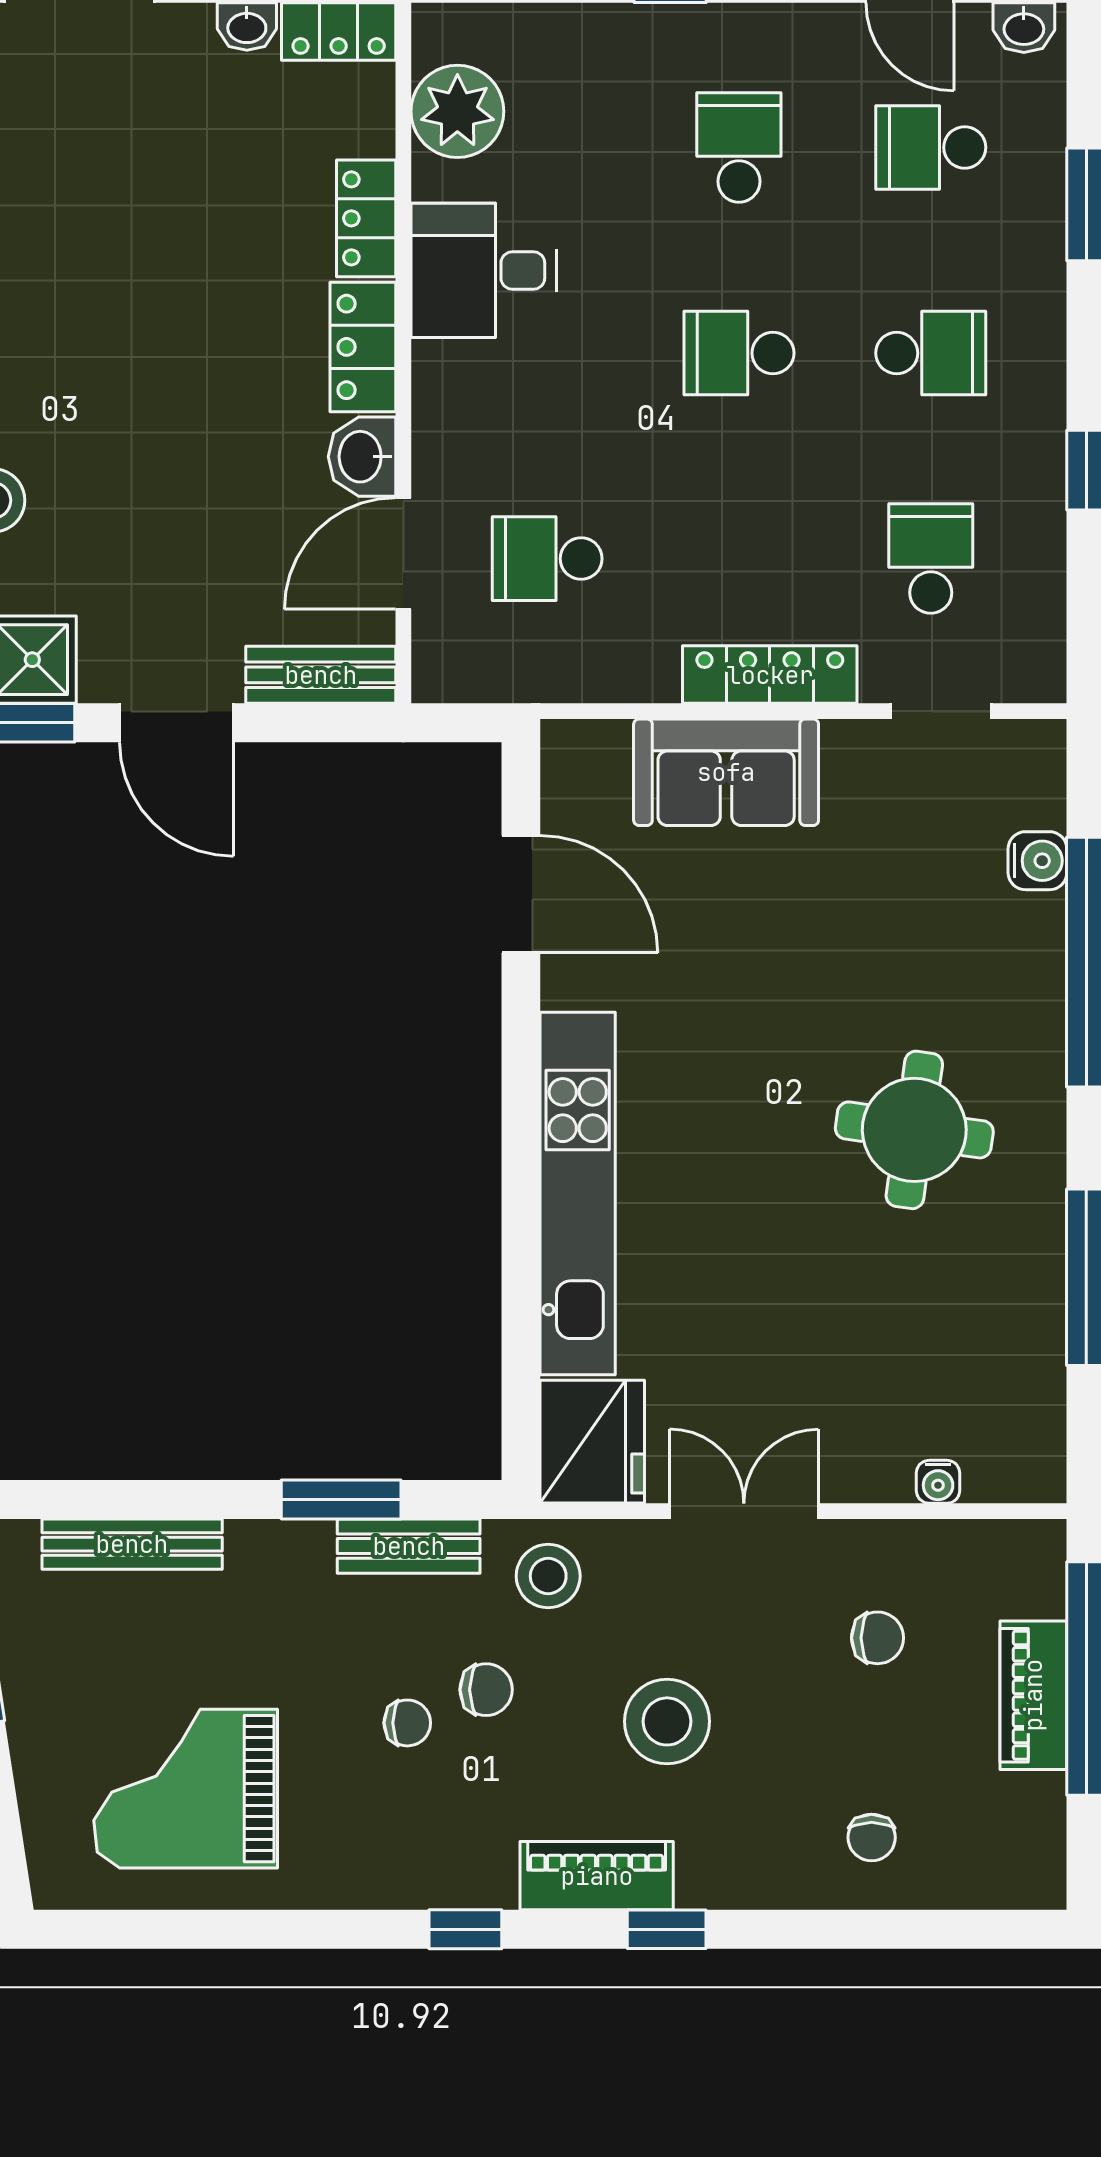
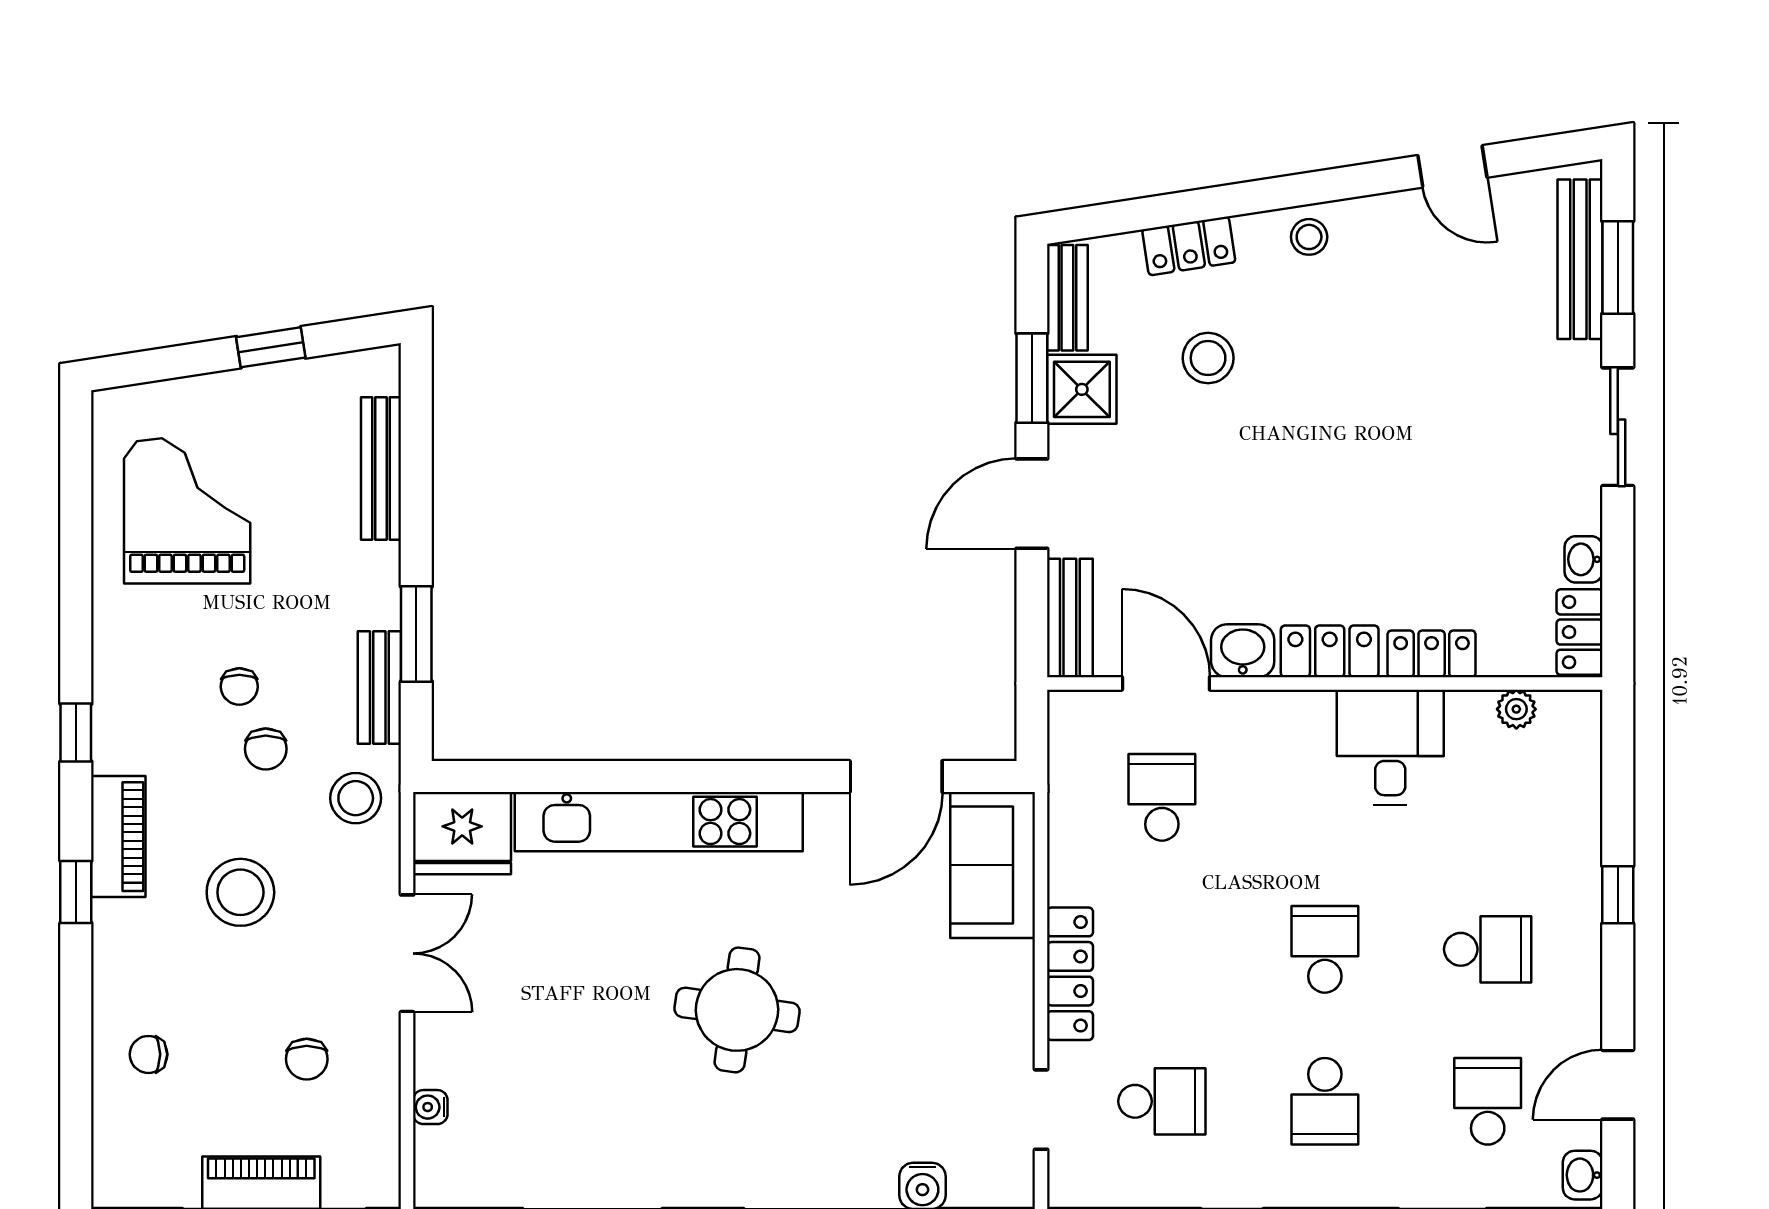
plant: (457, 111) -> (1516, 709), width x0.53, depth x0.53
sofa: (726, 772) -> (993, 865), moved
round table: (914, 1130) -> (737, 1010), moved

